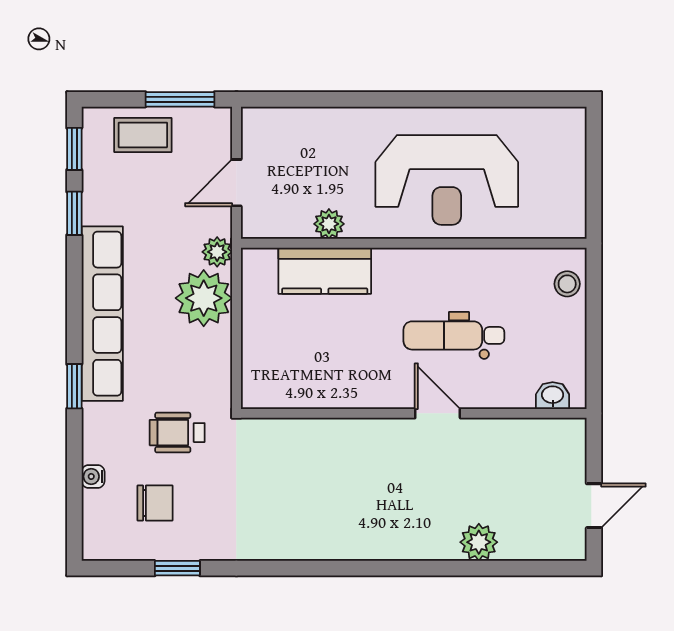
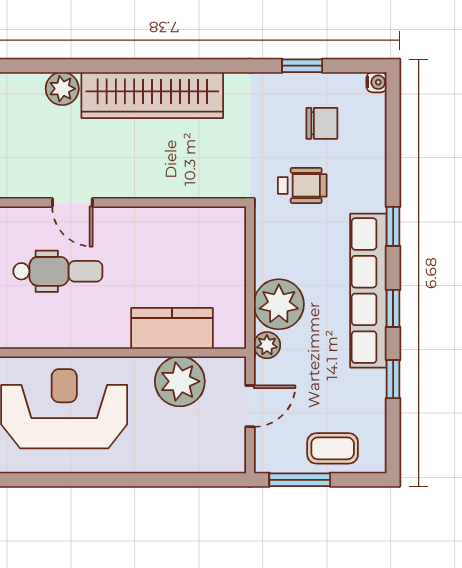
window: (74, 149) -> (393, 308), moved
plant: (329, 224) -> (180, 381), width x1.88, depth x1.88
water cooler: (93, 476) -> (377, 82), moved
chair: (155, 503) -> (322, 123), turned 180
wardrobe: (347, 535) -> (152, 95), added
plant: (479, 542) -> (62, 89), moved

